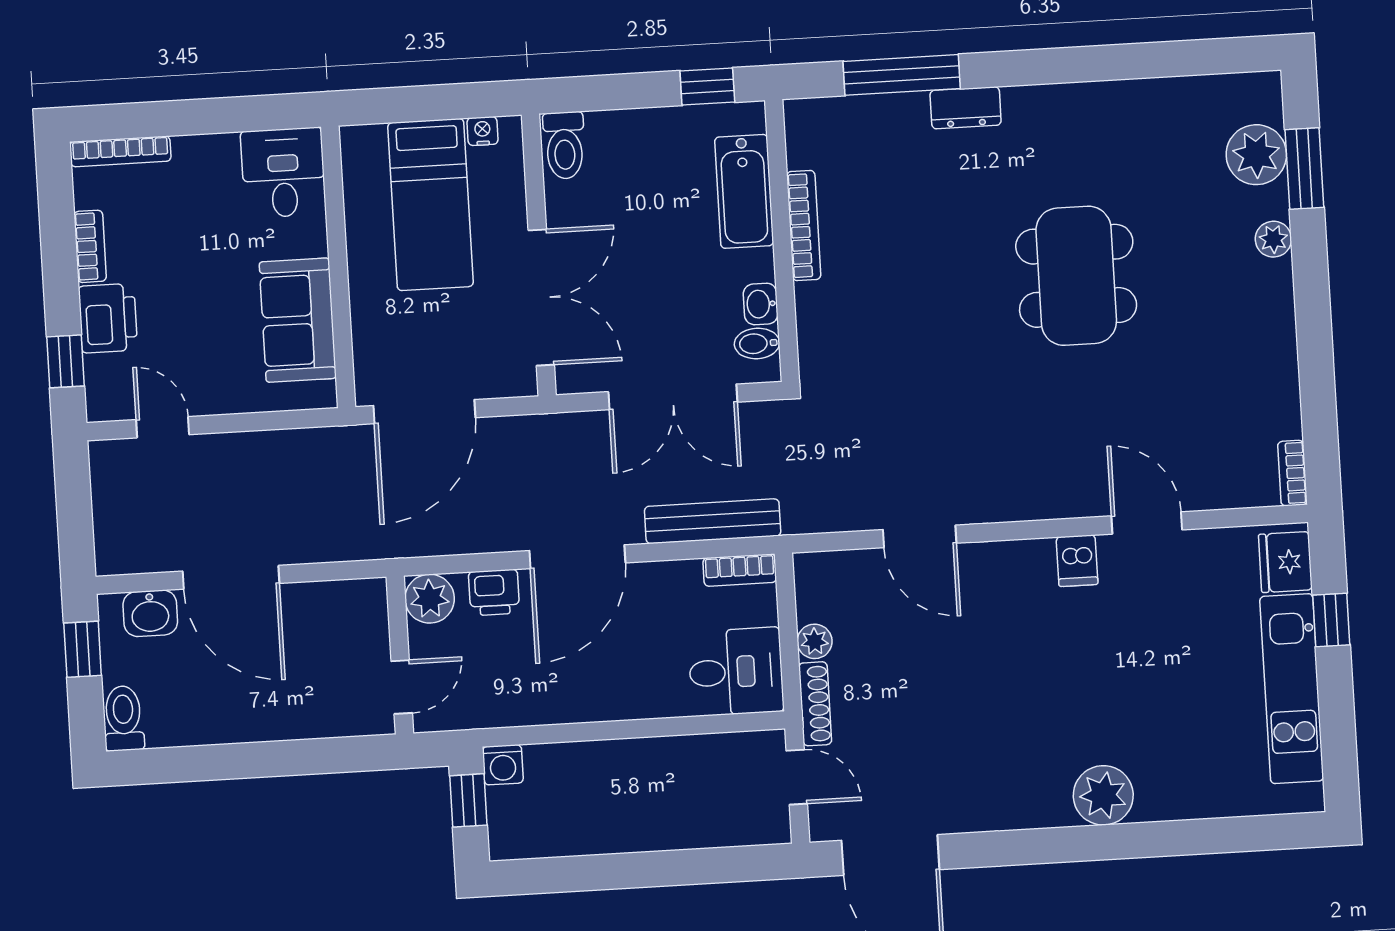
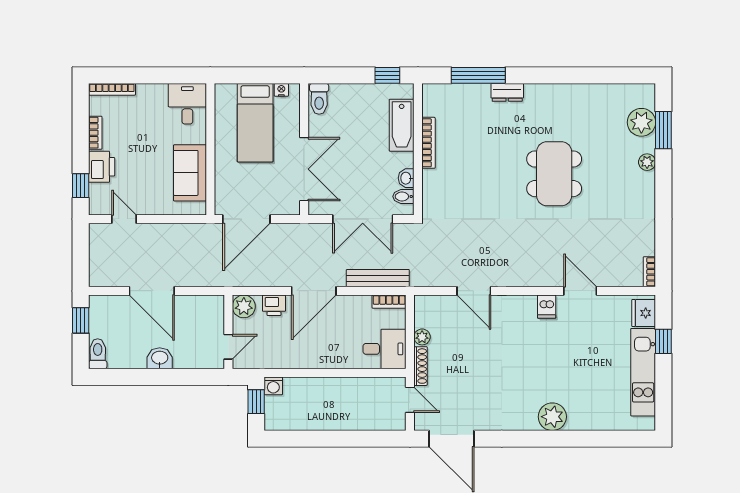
washbasin: (150, 613) -> (160, 358), moved, turned 180

